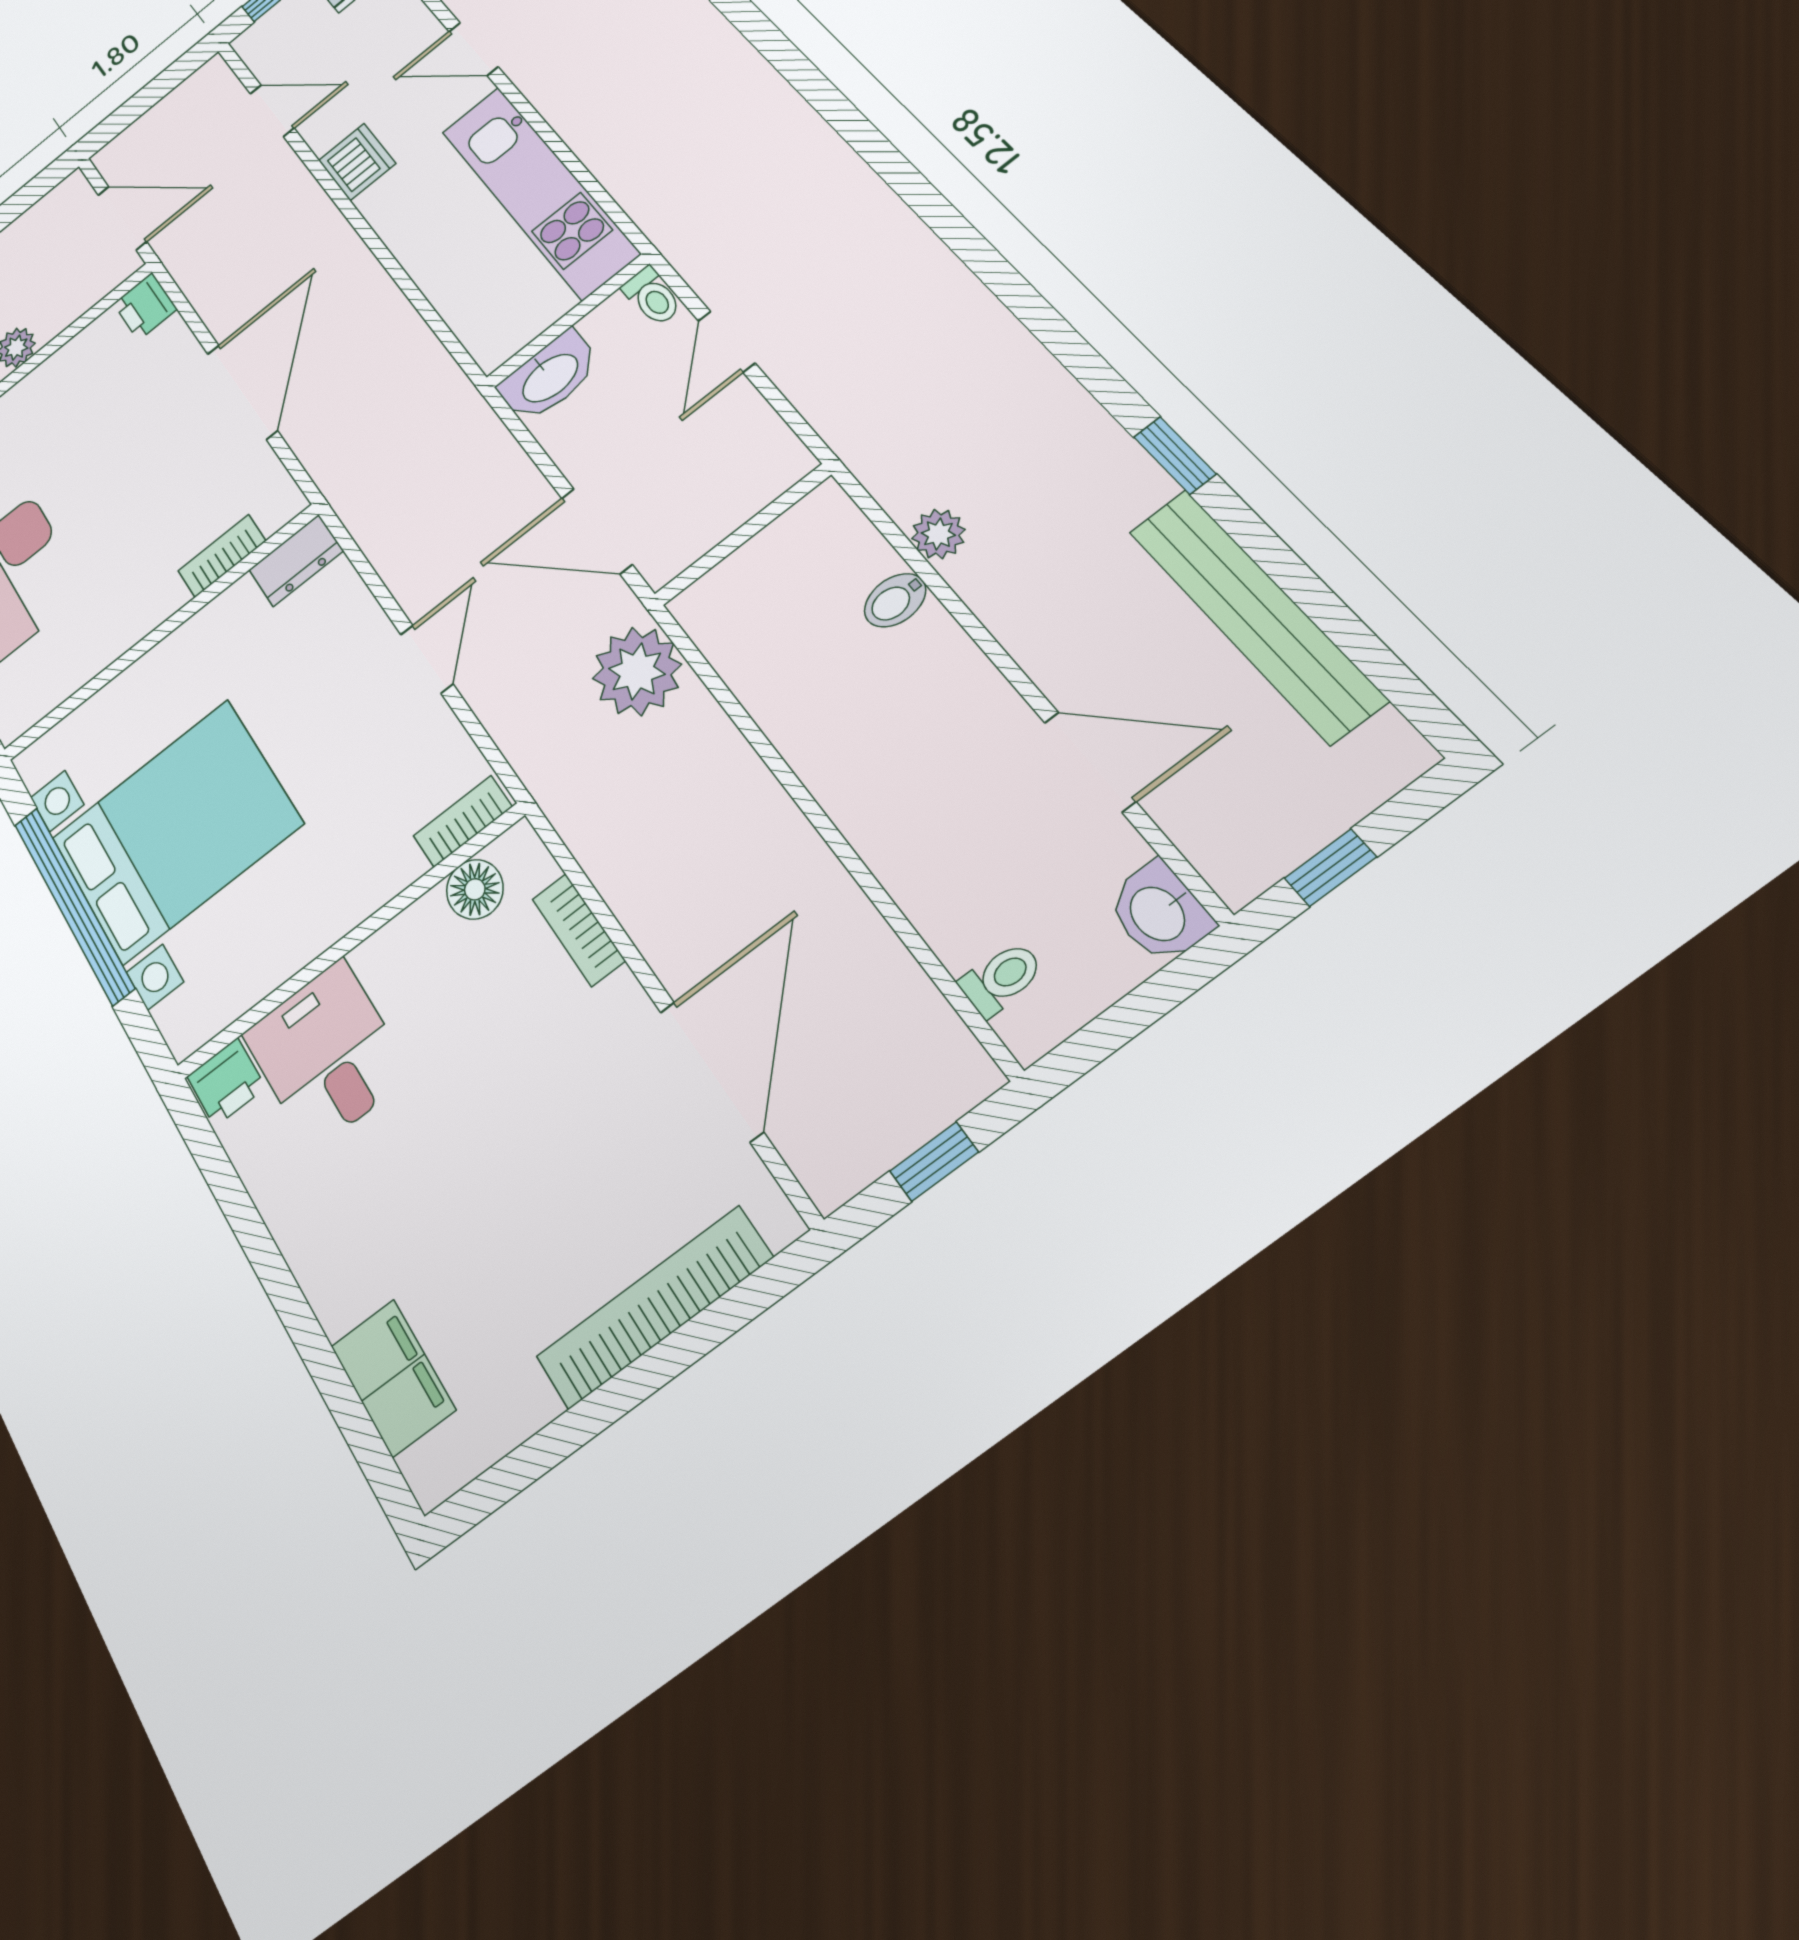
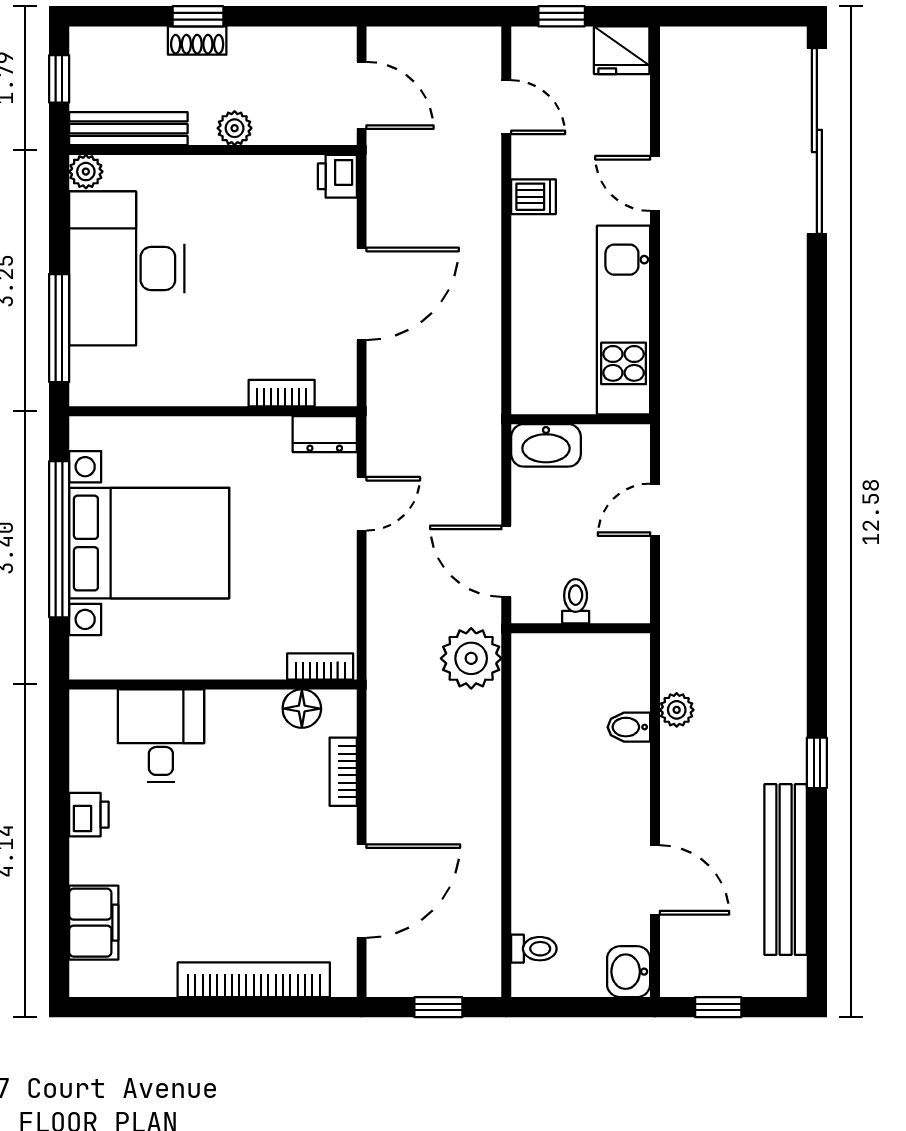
dishwasher: (357, 162) -> (533, 197), width x0.73
toilet: (652, 296) -> (576, 601), moved, turned 180
door: (427, 659) -> (362, 504), moved
printer: (226, 1082) -> (89, 815), moved, turned -90

